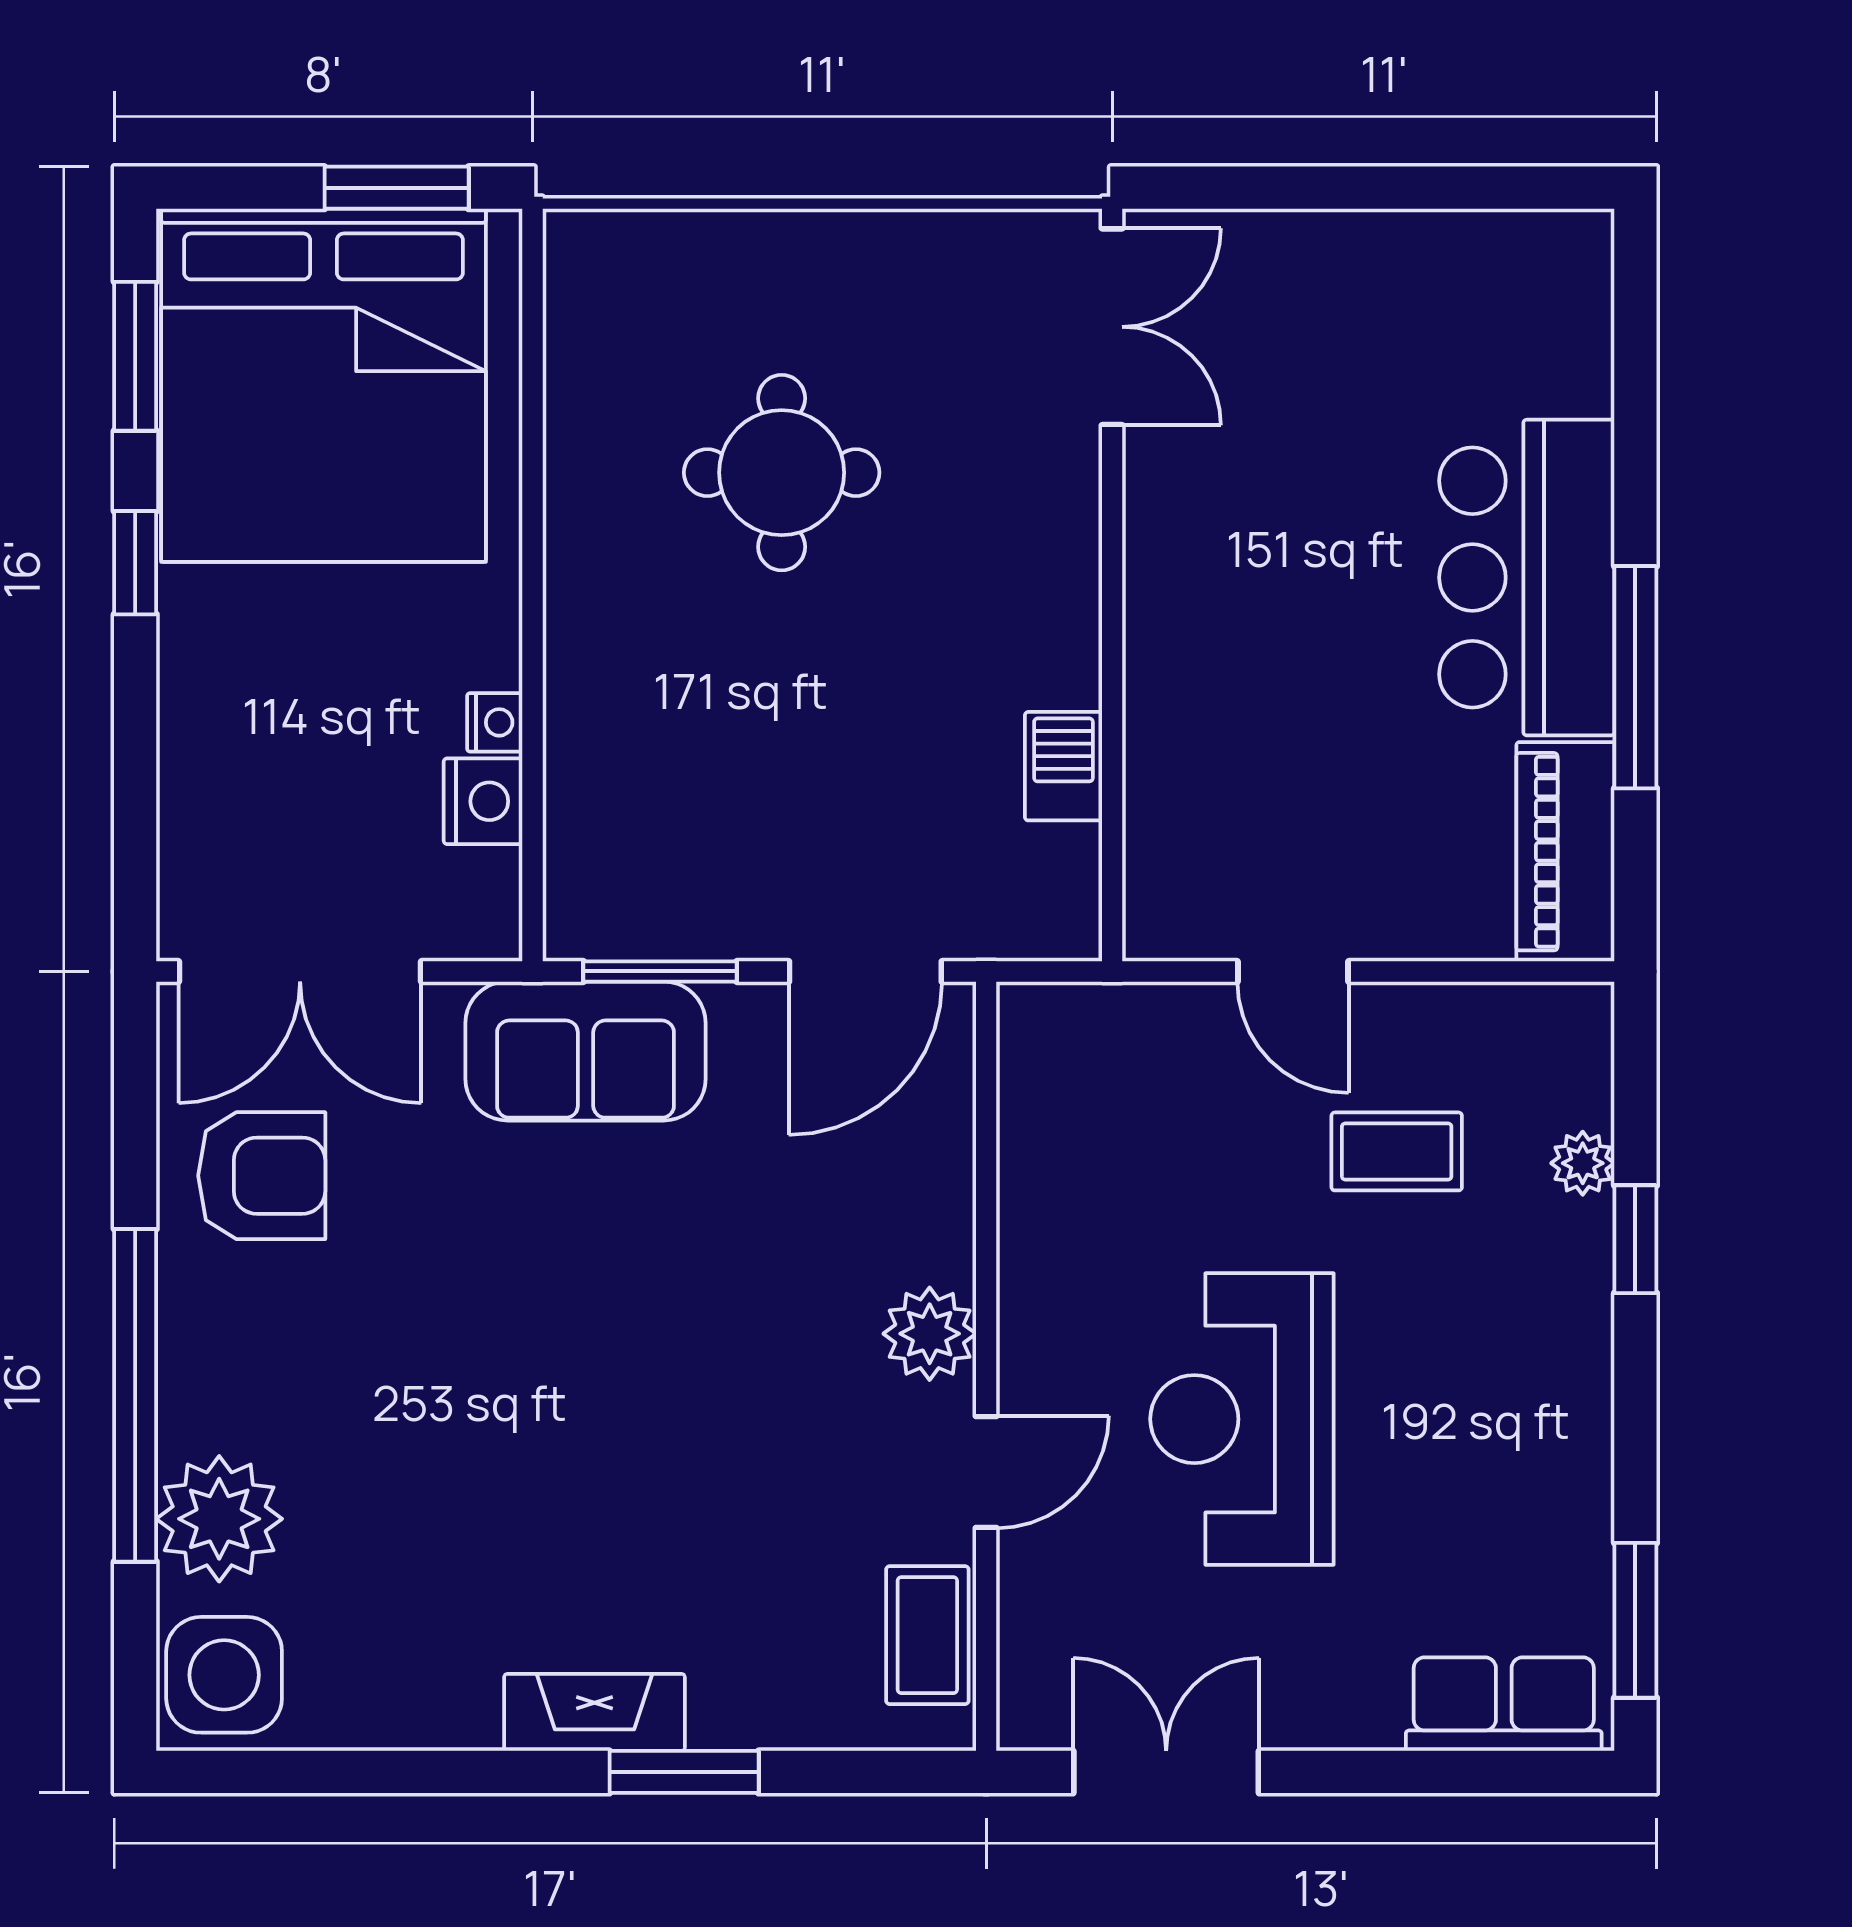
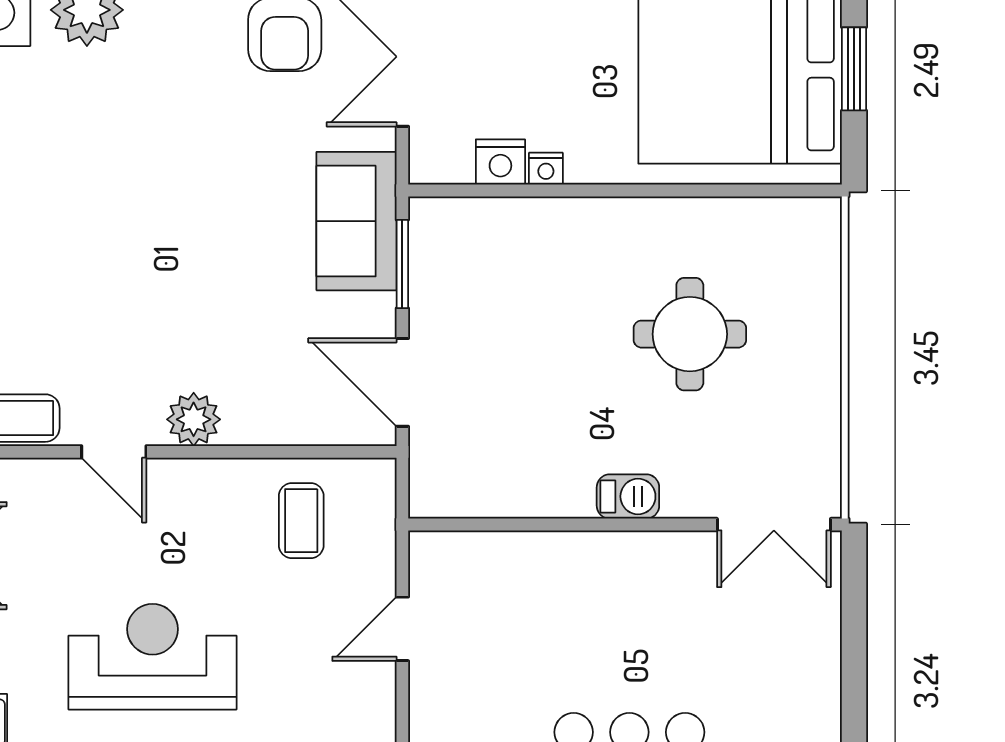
window: (397, 188) -> (854, 69), moved
barbecue: (1063, 766) -> (628, 496), moved
coffee table: (1397, 1151) -> (301, 521), moved
reception desk: (1242, 1419) -> (153, 657), moved

